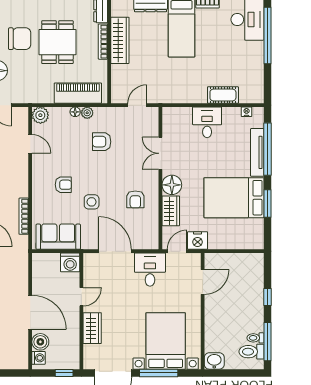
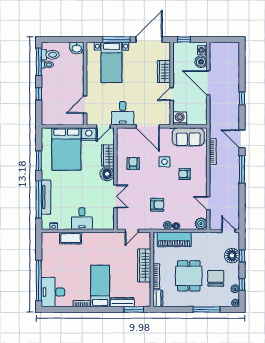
chair: (20, 39) -> (216, 278), turned 90
wardrobe: (120, 40) -> (144, 265), moved
bed: (234, 198) -> (66, 149), moved, turned 90
bed with nightstands: (166, 341) -> (111, 62), width x0.73

